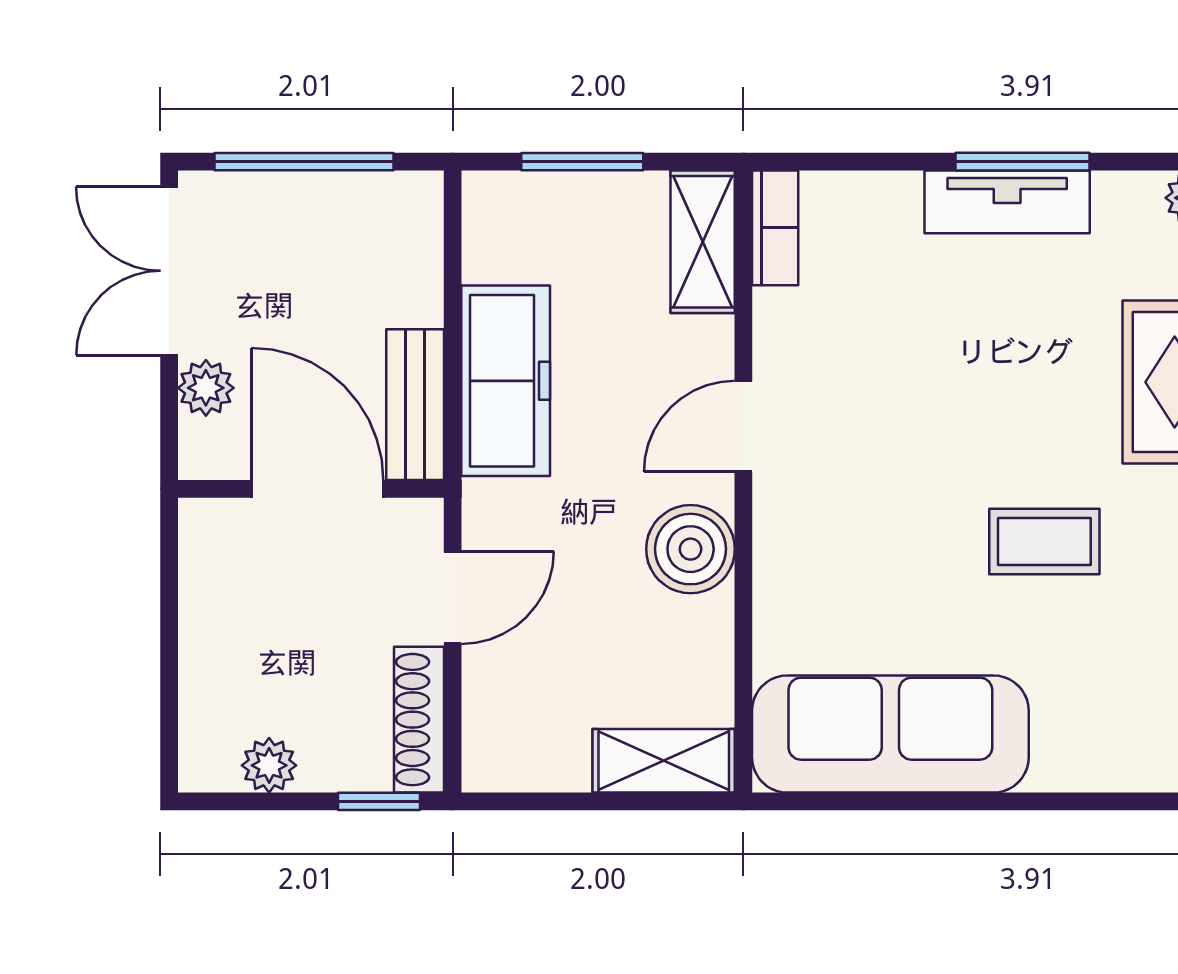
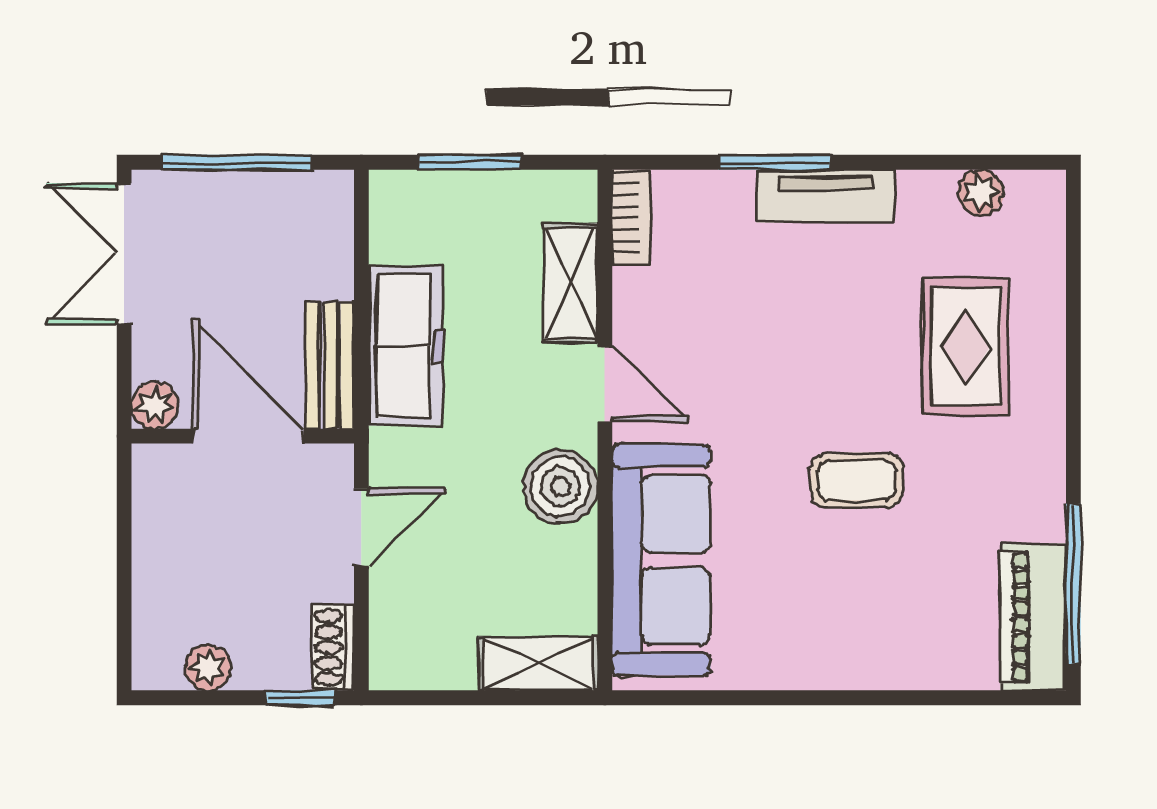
window: (1022, 162) -> (774, 162), moved
shelving: (703, 242) -> (571, 283), moved
plant: (206, 388) -> (155, 405), moved
door: (743, 426) -> (605, 384), swing flipped
shoe rack: (419, 720) -> (333, 648), width x0.70
sofa: (890, 734) -> (661, 560), moved, turned 90

